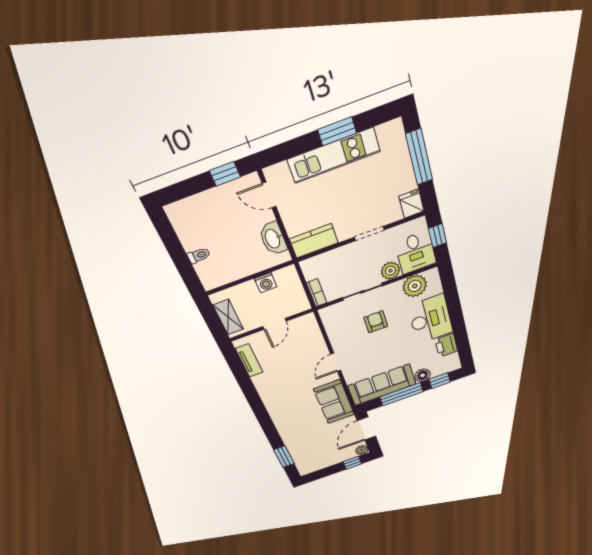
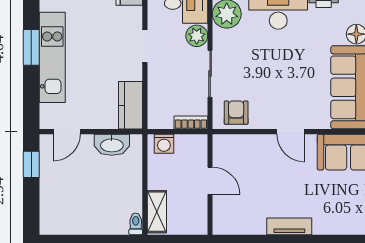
toilet: (199, 255) -> (136, 224), moved
washing machine: (266, 283) -> (164, 144), moved, turned 90
shelving: (228, 317) -> (157, 212), moved, turned 90
armchair: (376, 322) -> (236, 113), moved, turned 90
tv unit: (249, 361) -> (289, 226), moved

